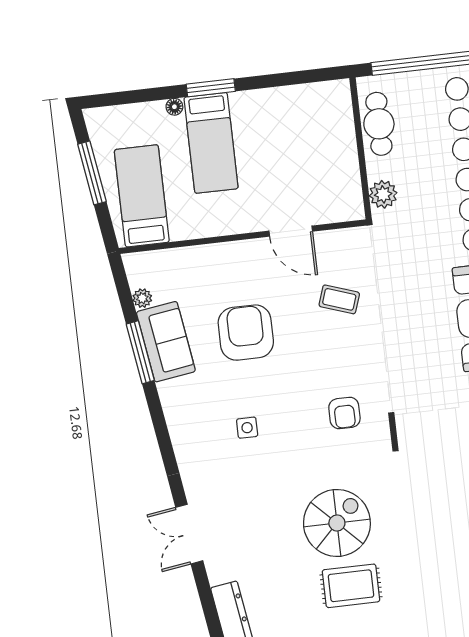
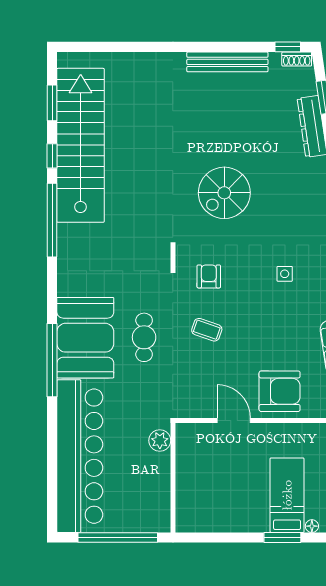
cafe table: (379, 124) -> (144, 337), moved
coffee table: (339, 299) -> (207, 330), moved
armchair: (246, 333) -> (280, 391), moved, turned -90
rug: (351, 586) -> (219, 143), removed

